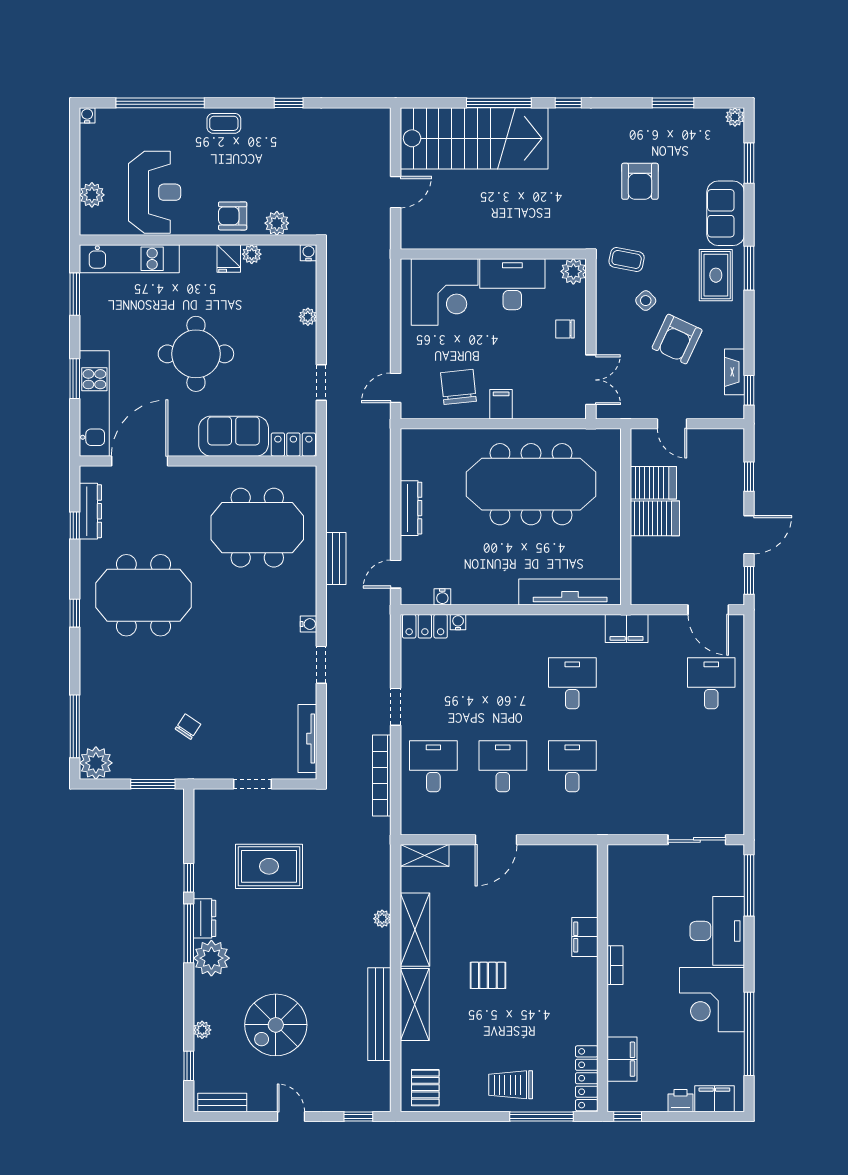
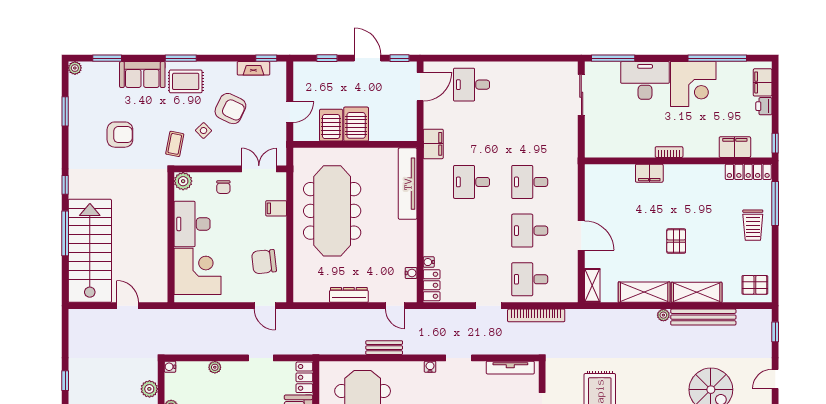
filing cabinet: (501, 404) -> (276, 208), moved
plant: (382, 919) -> (663, 315), moved

